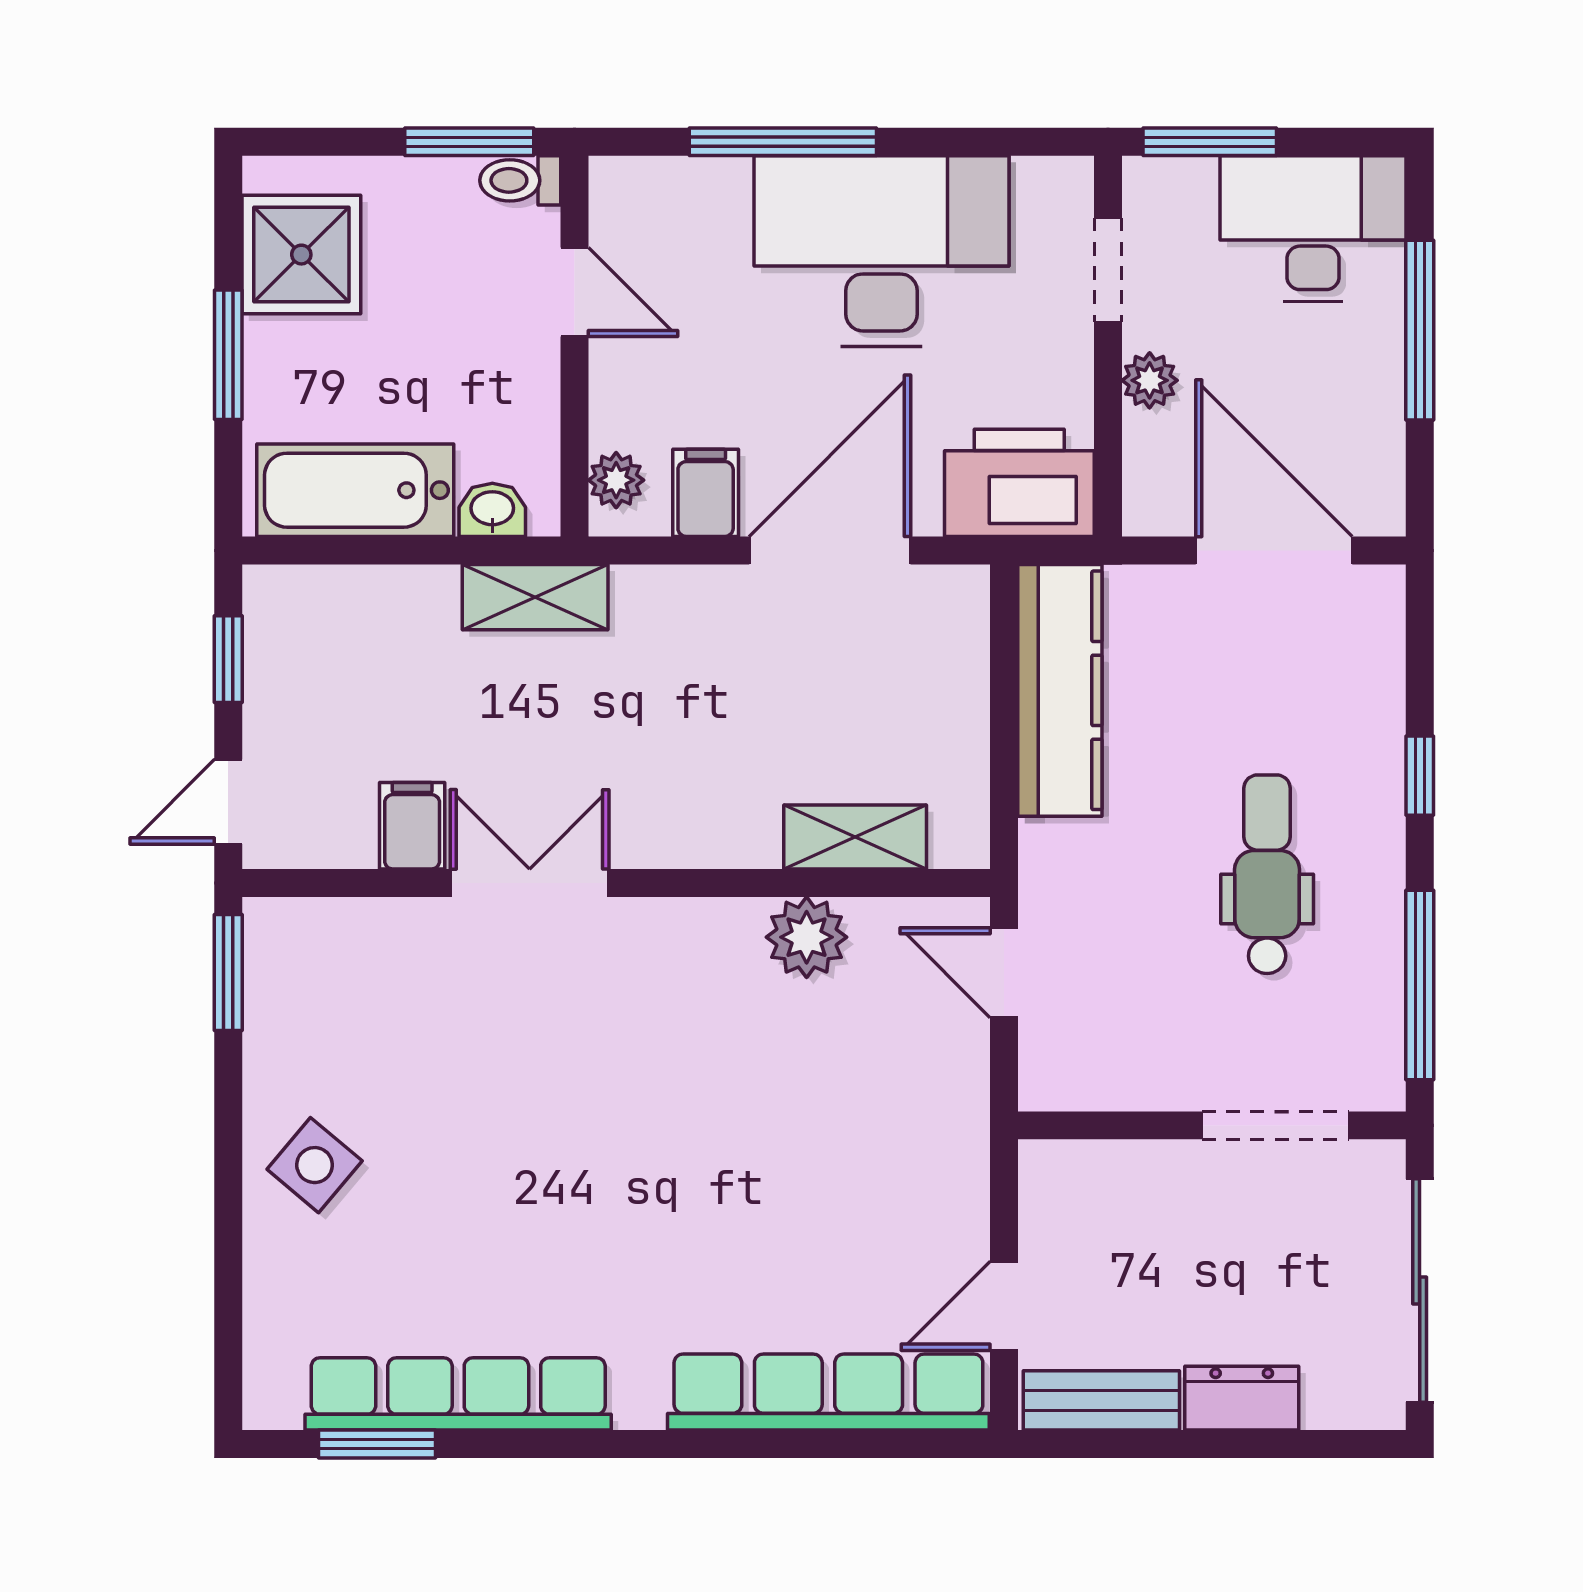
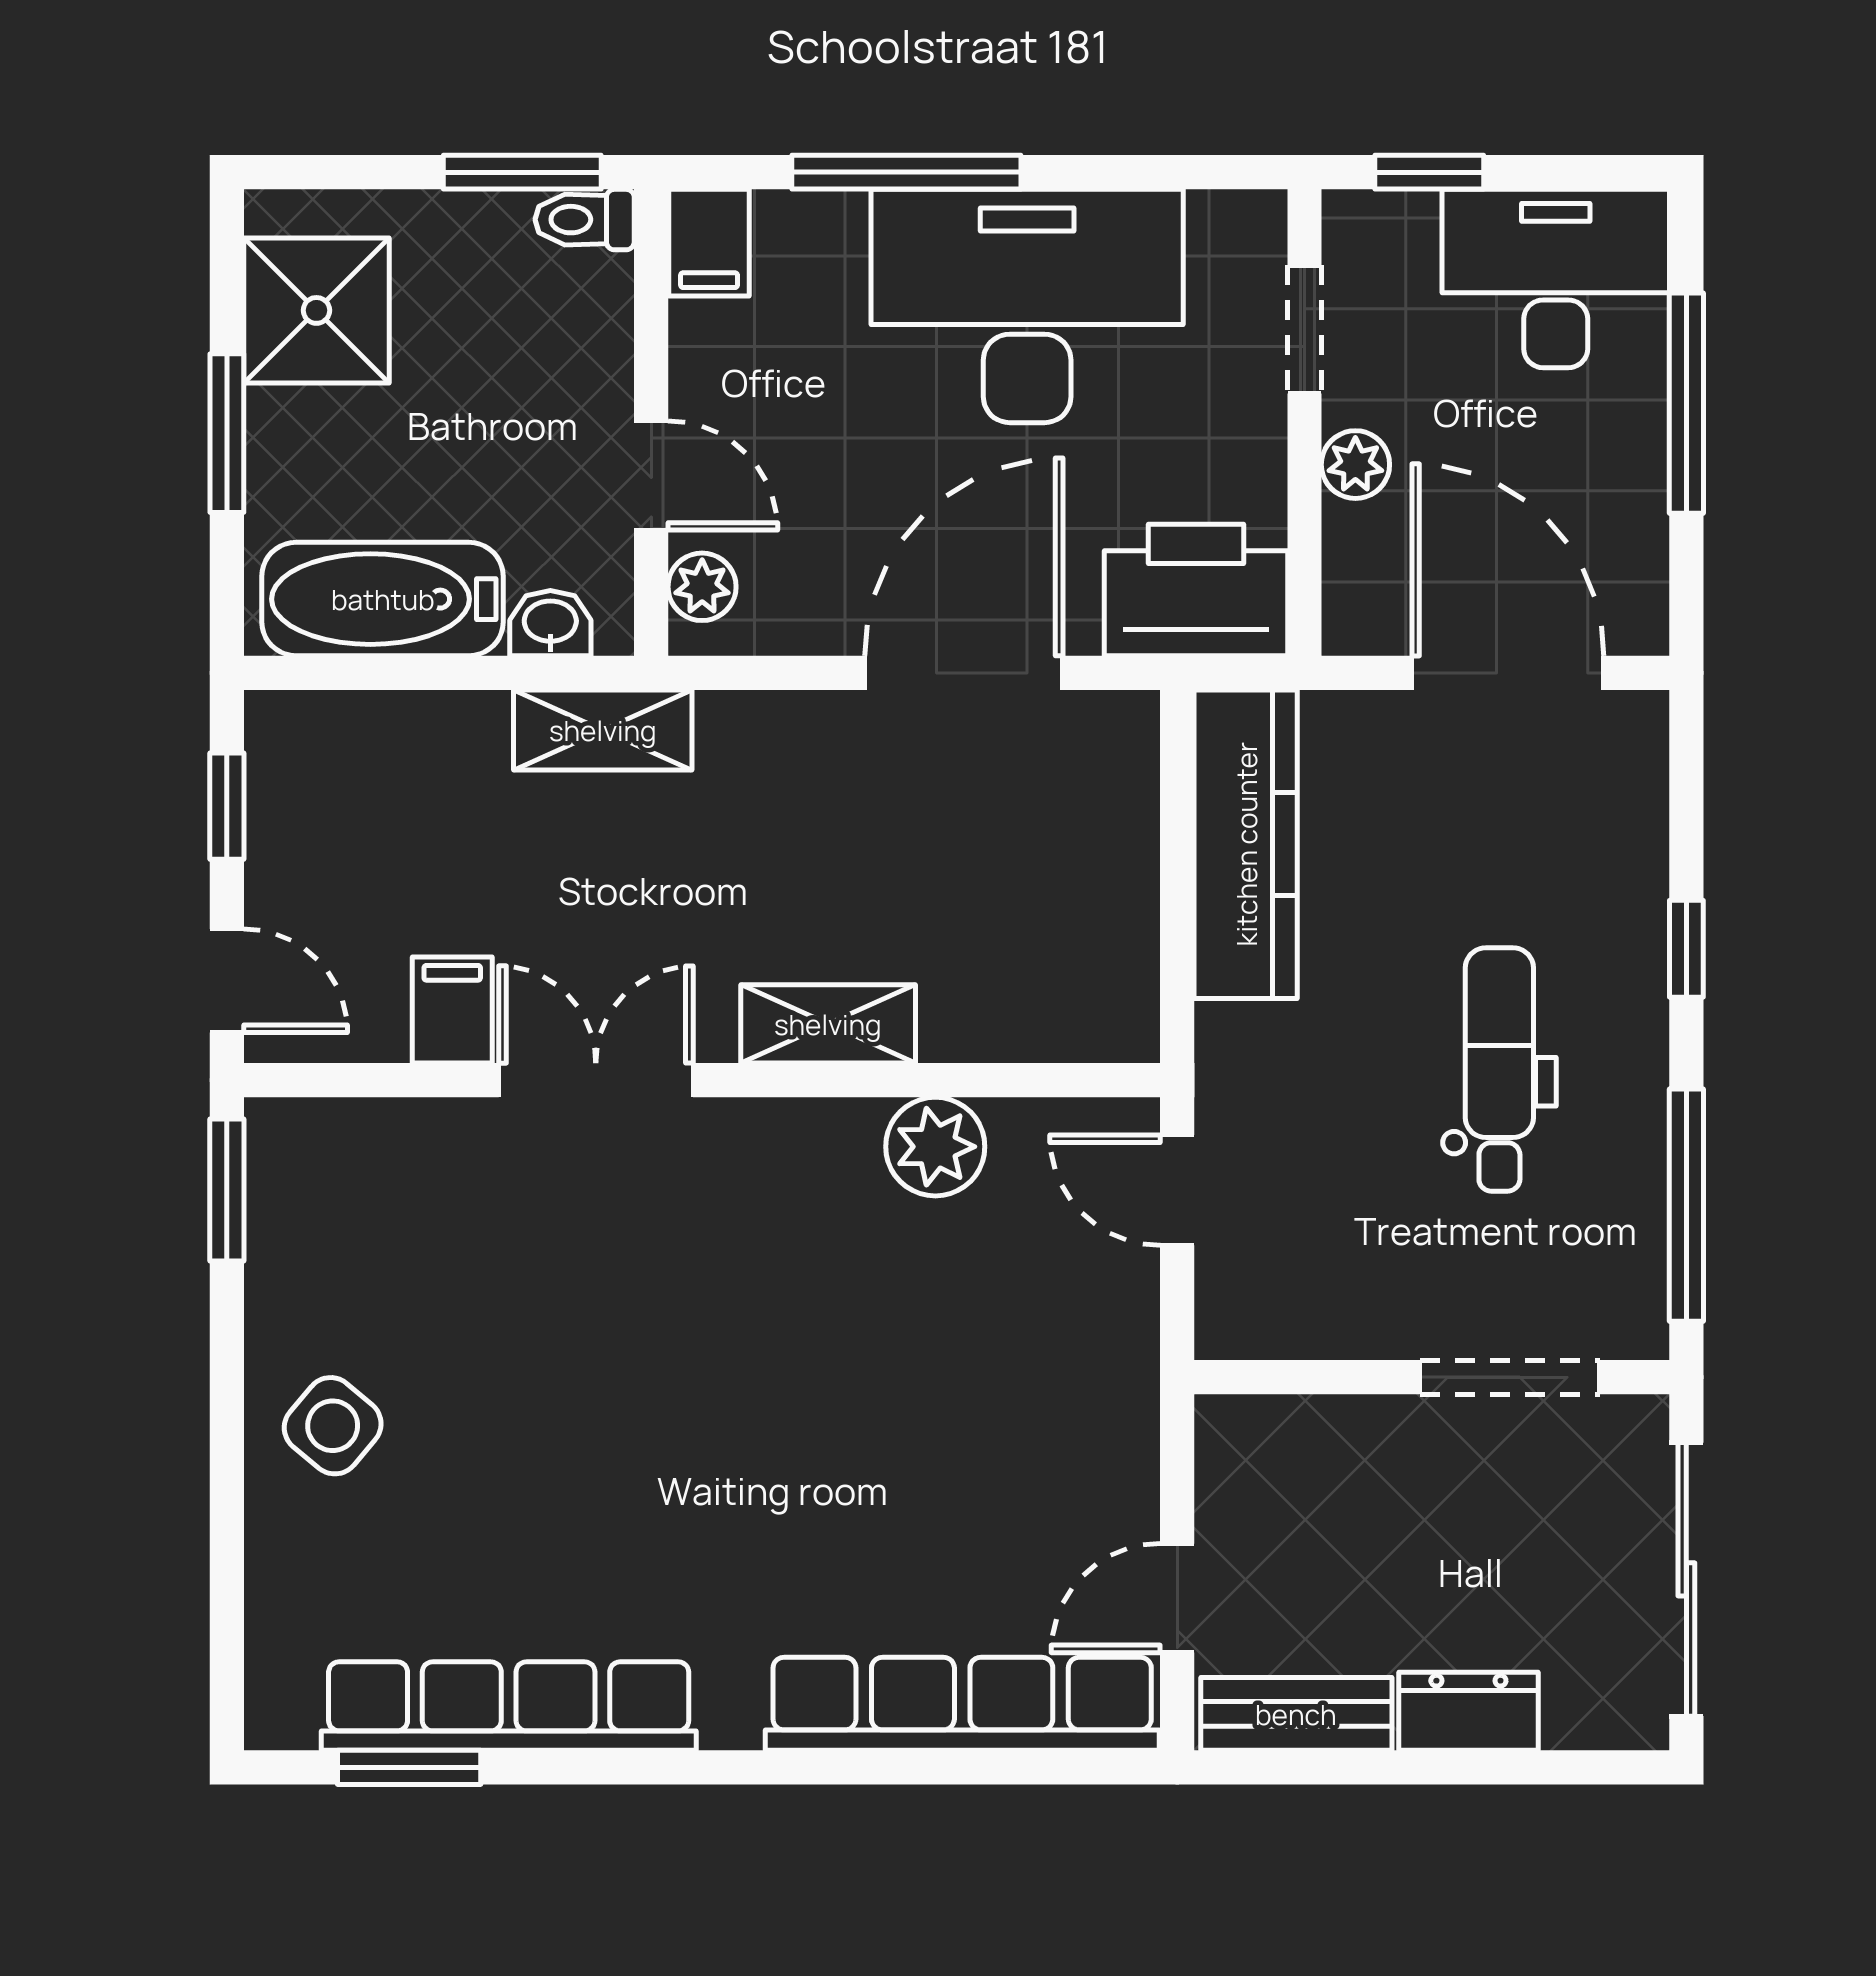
window: (1210, 142) -> (1429, 172), width x0.67
door: (575, 292) -> (651, 476), moved
filing cabinet: (706, 493) -> (709, 243), moved, turned 180
door: (228, 802) -> (227, 981), swing flipped
shelving: (855, 837) -> (828, 1024), moved

